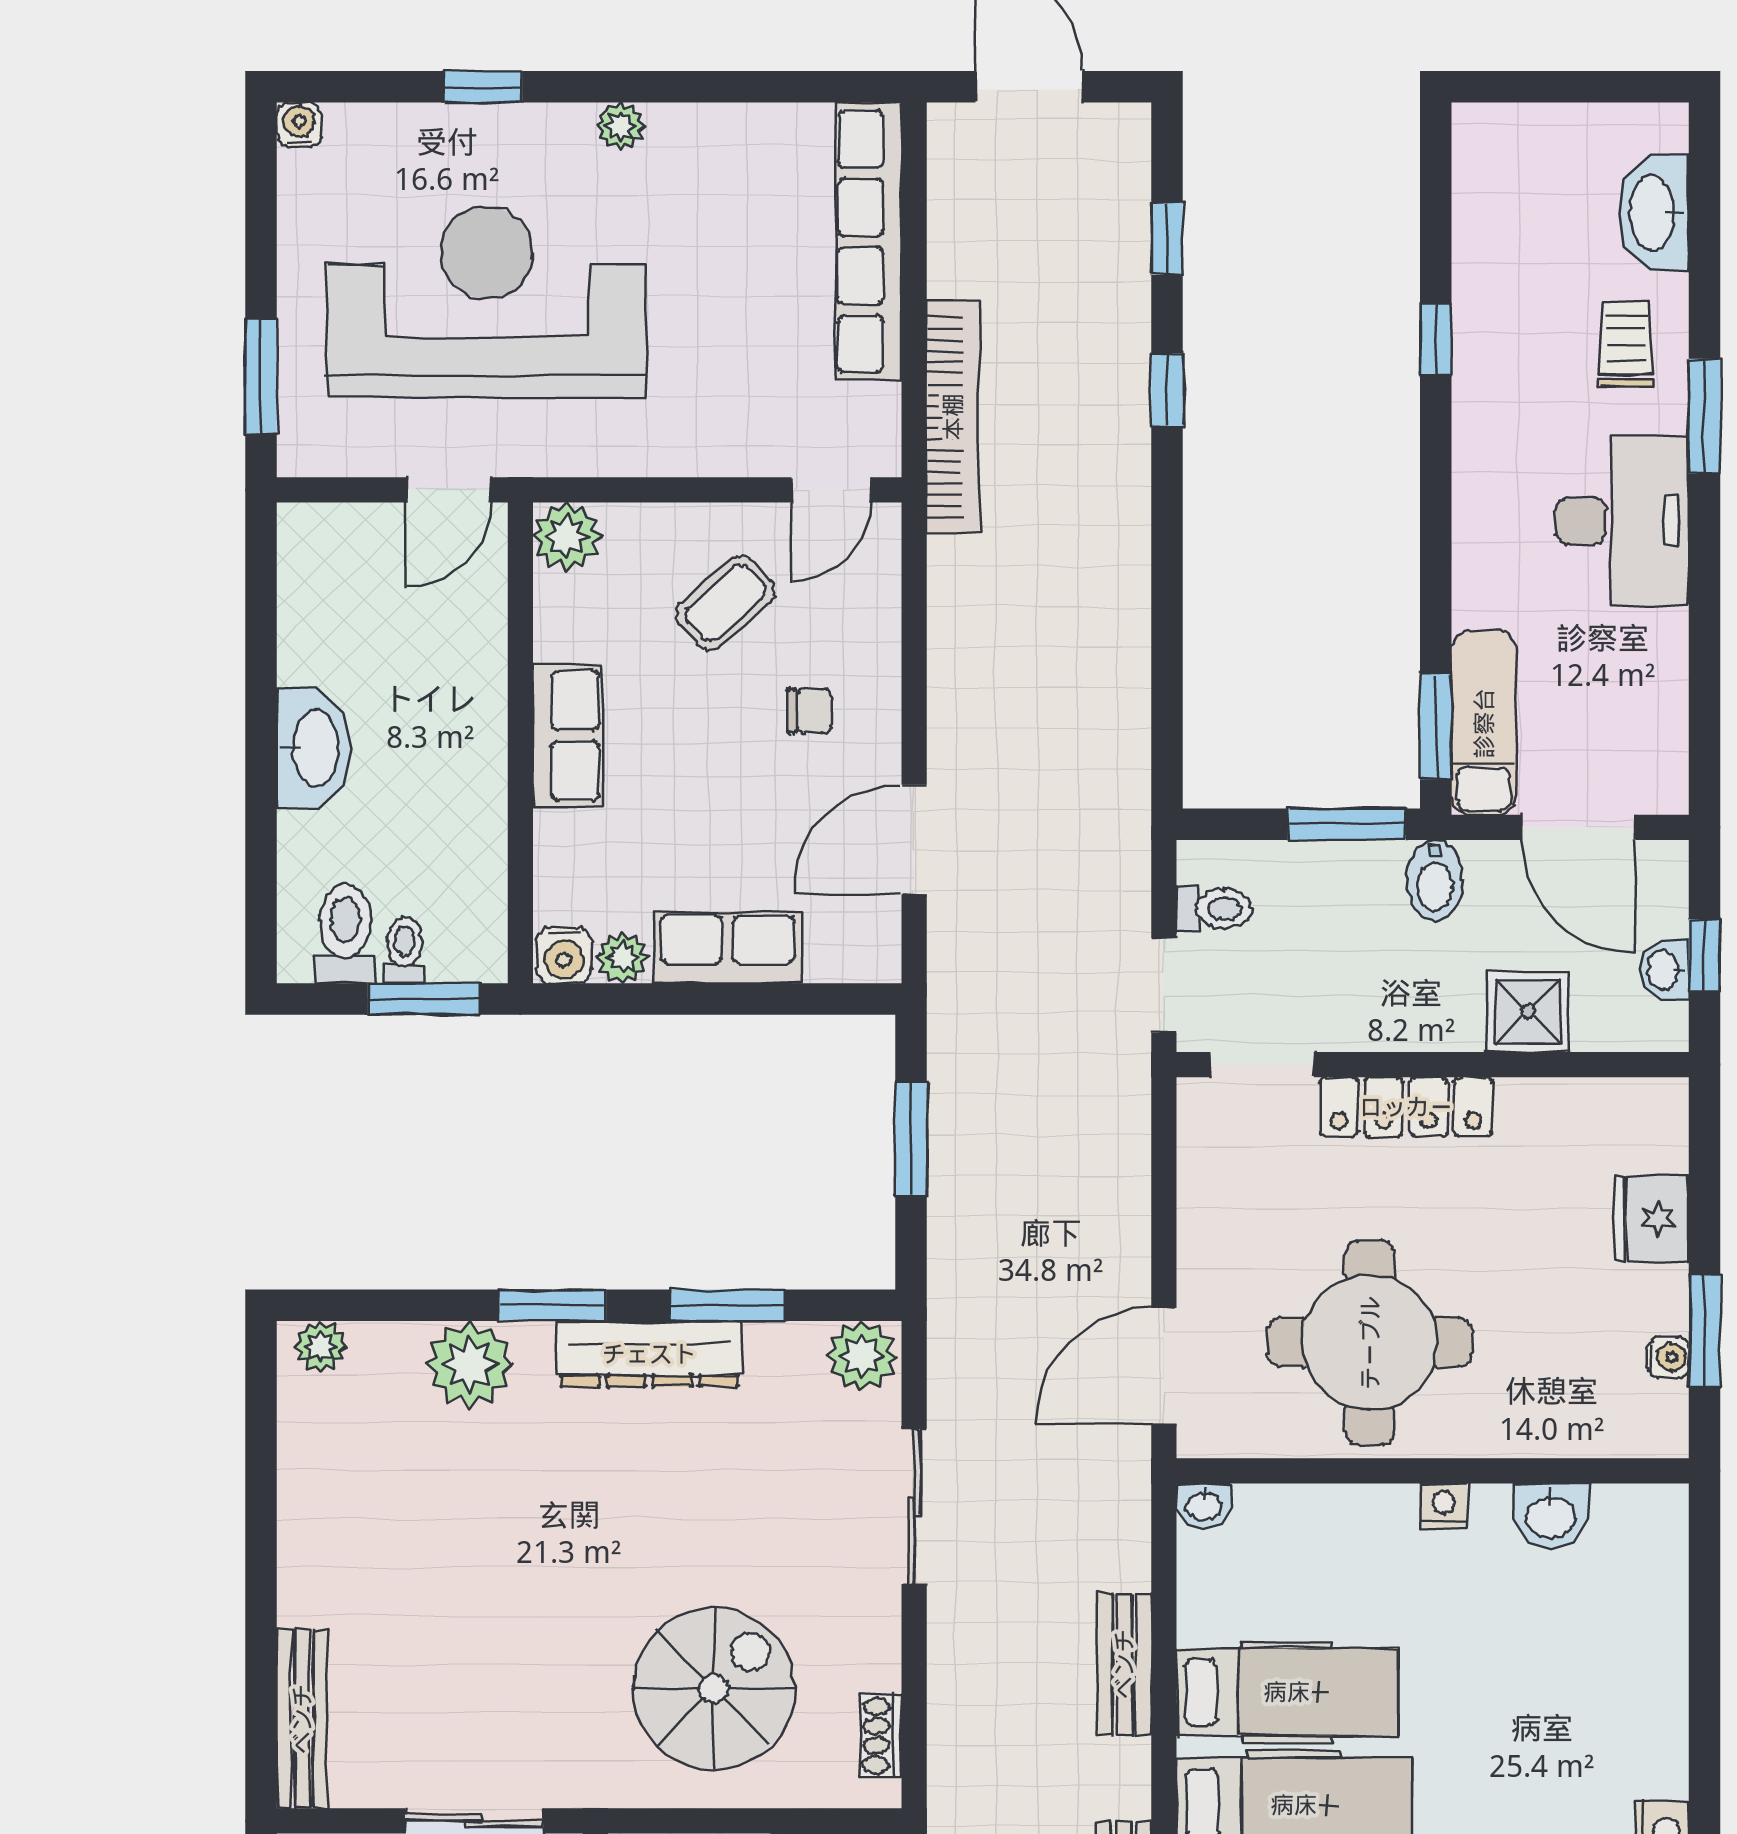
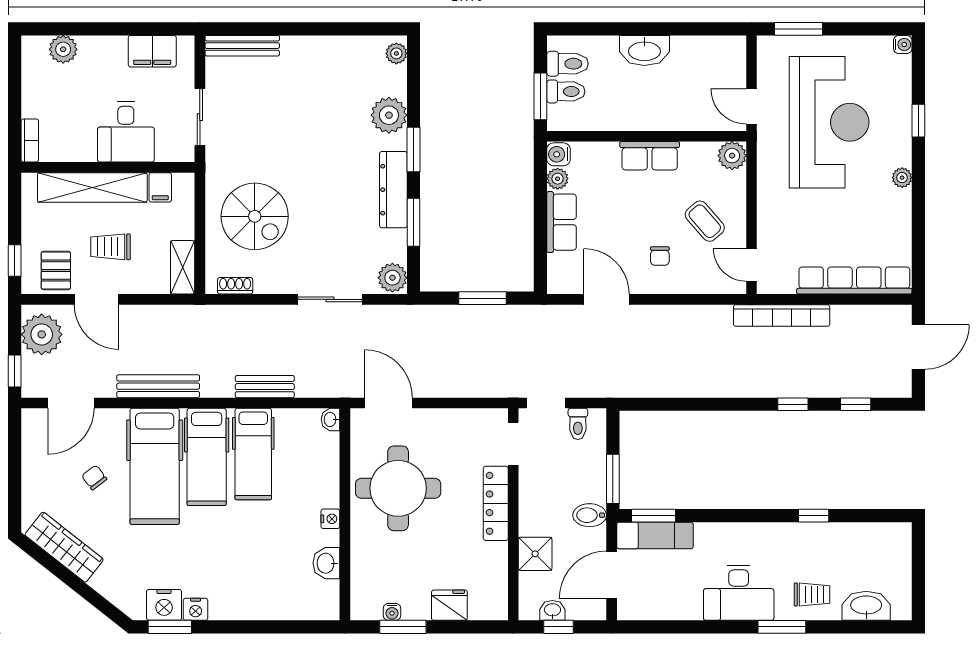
toilet: (405, 950) -> (566, 91), width x1.37, depth x1.39

